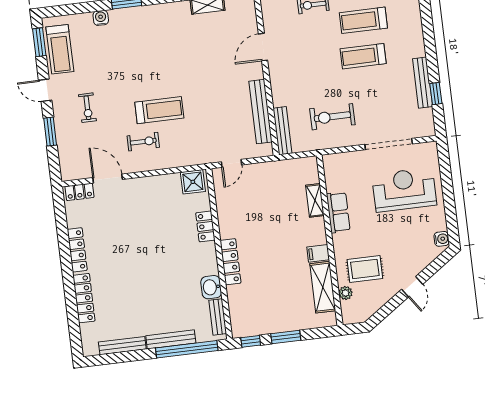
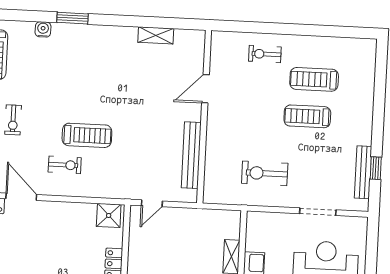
bench: (423, 83) -> (363, 172), moved
bench: (282, 131) -> (210, 179), removed
doorway: (389, 144) -> (318, 212), width x0.73

